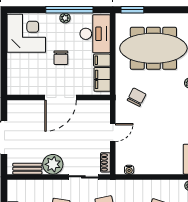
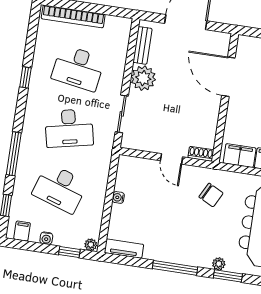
door: (61, 98) -> (228, 77), moved
shoe rack: (105, 162) -> (201, 154), moved
water cooler: (129, 170) -> (118, 197), moved

